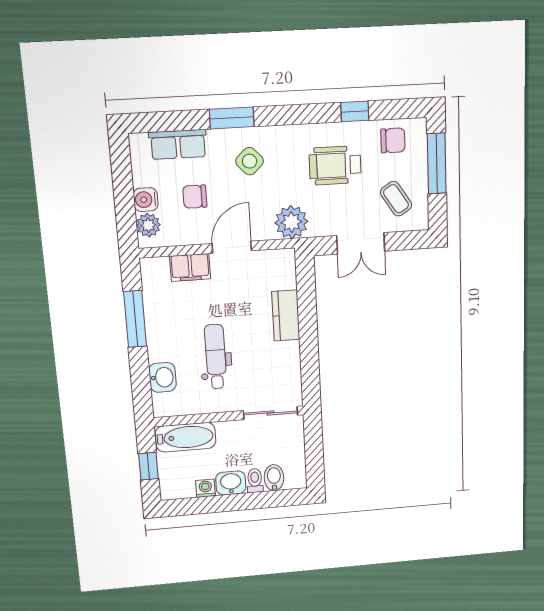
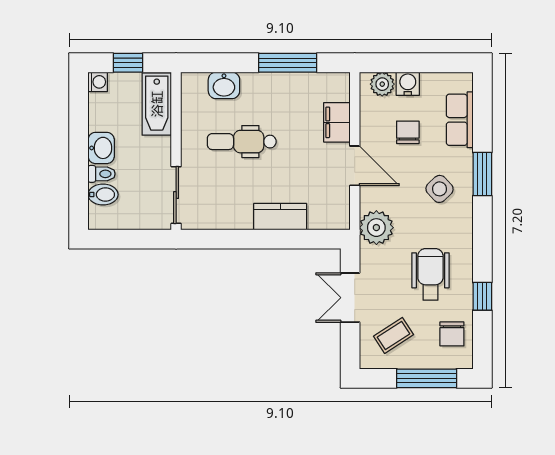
dental chair: (216, 357) -> (242, 142), turned 180
washing machine: (205, 488) -> (98, 82), moved

